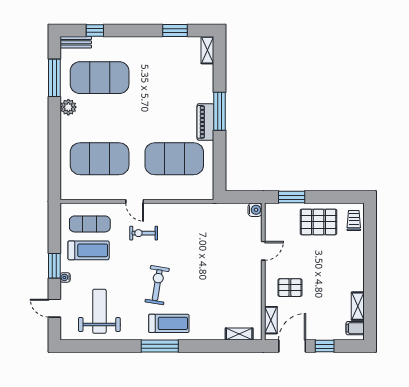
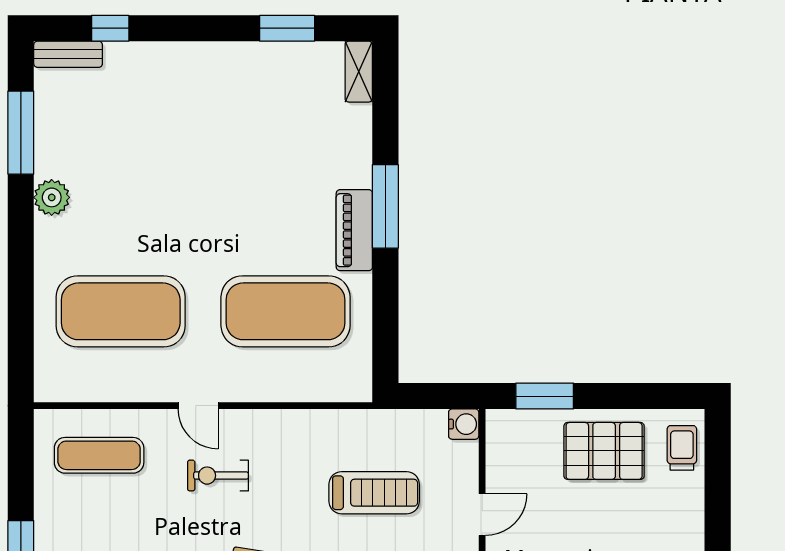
exercise mat: (100, 78) -> (121, 132), removed
treadmill: (89, 250) -> (374, 493), moved

